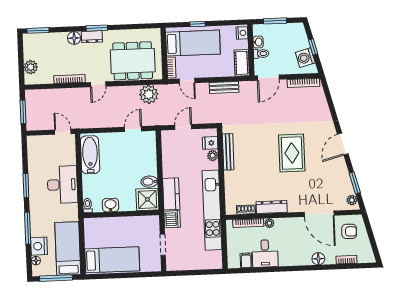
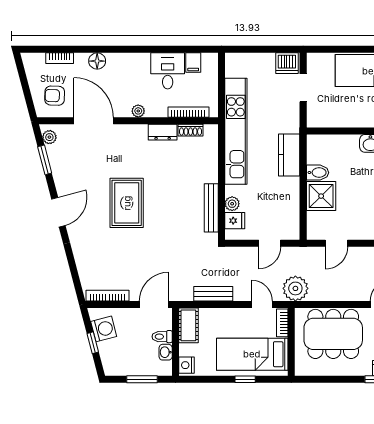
plant: (149, 94) -> (295, 288), moved
shower: (147, 199) -> (321, 196), moved
dresser: (272, 207) -> (163, 132), width x0.70
dishwasher: (172, 219) -> (287, 63), moved, turned -90
plant: (269, 223) -> (138, 111), moved

